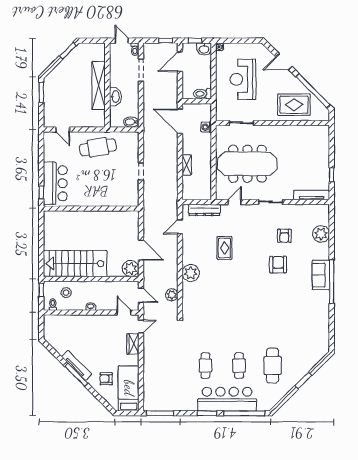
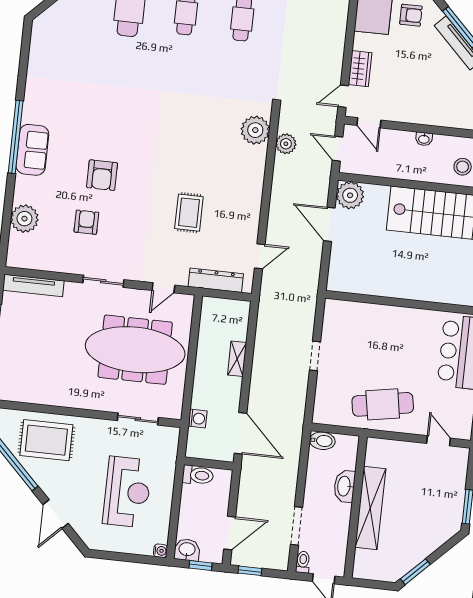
door: (284, 62) -> (56, 514), swing flipped
plant: (191, 273) -> (255, 130), moved

